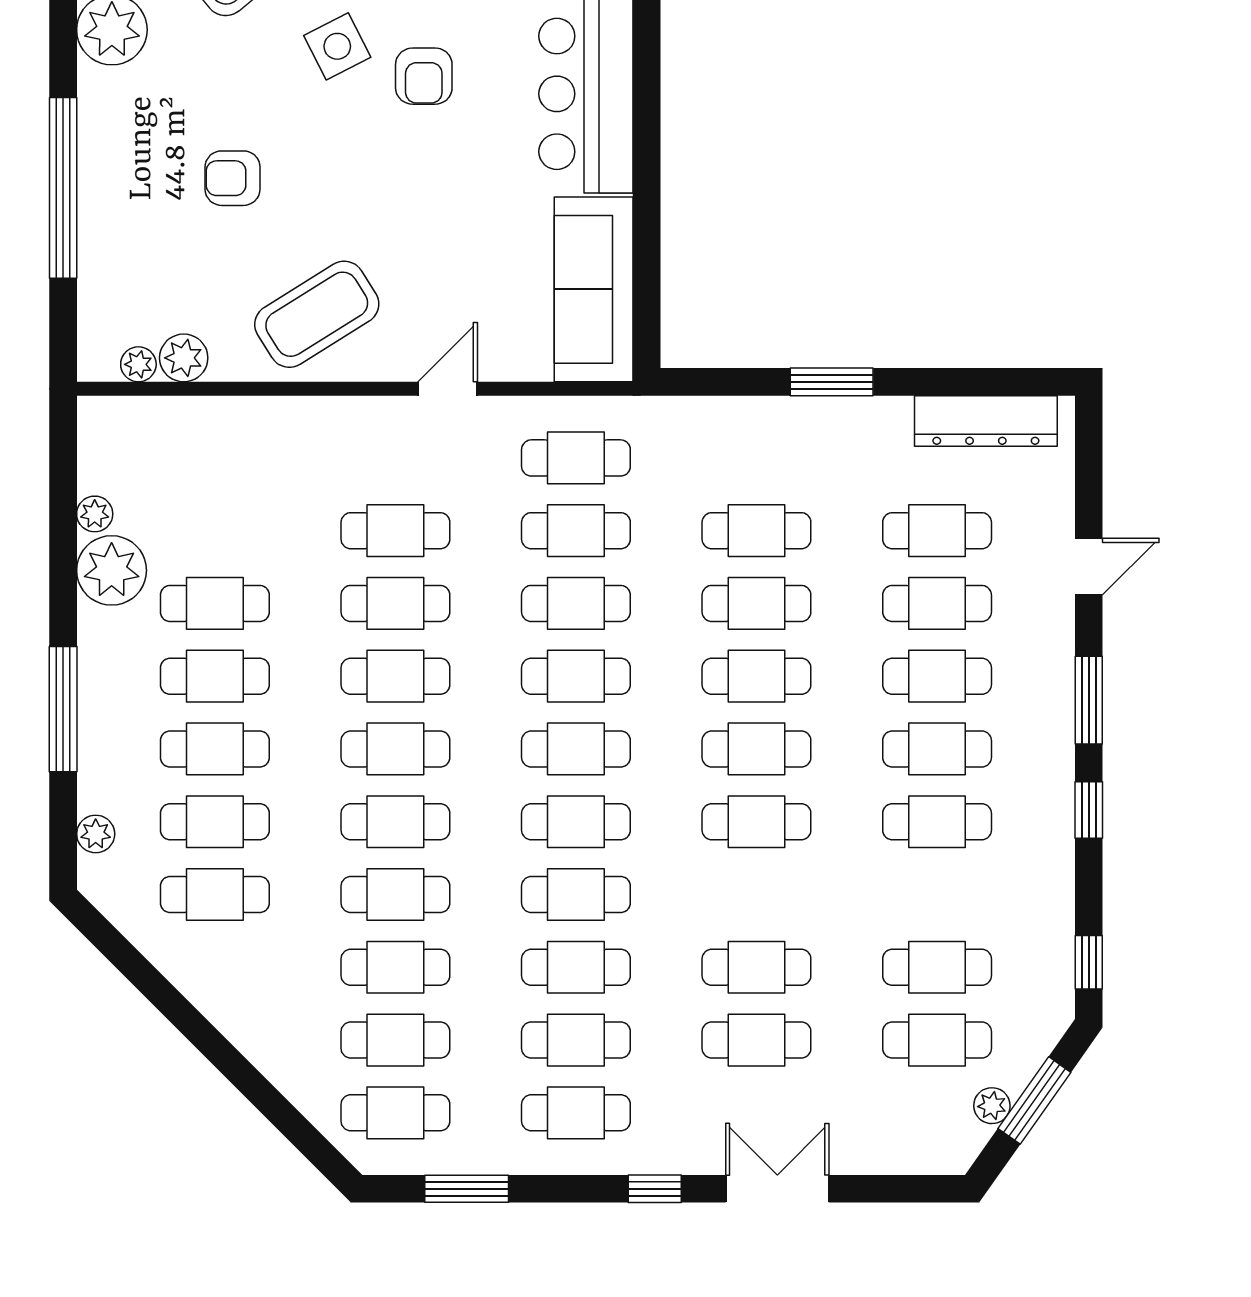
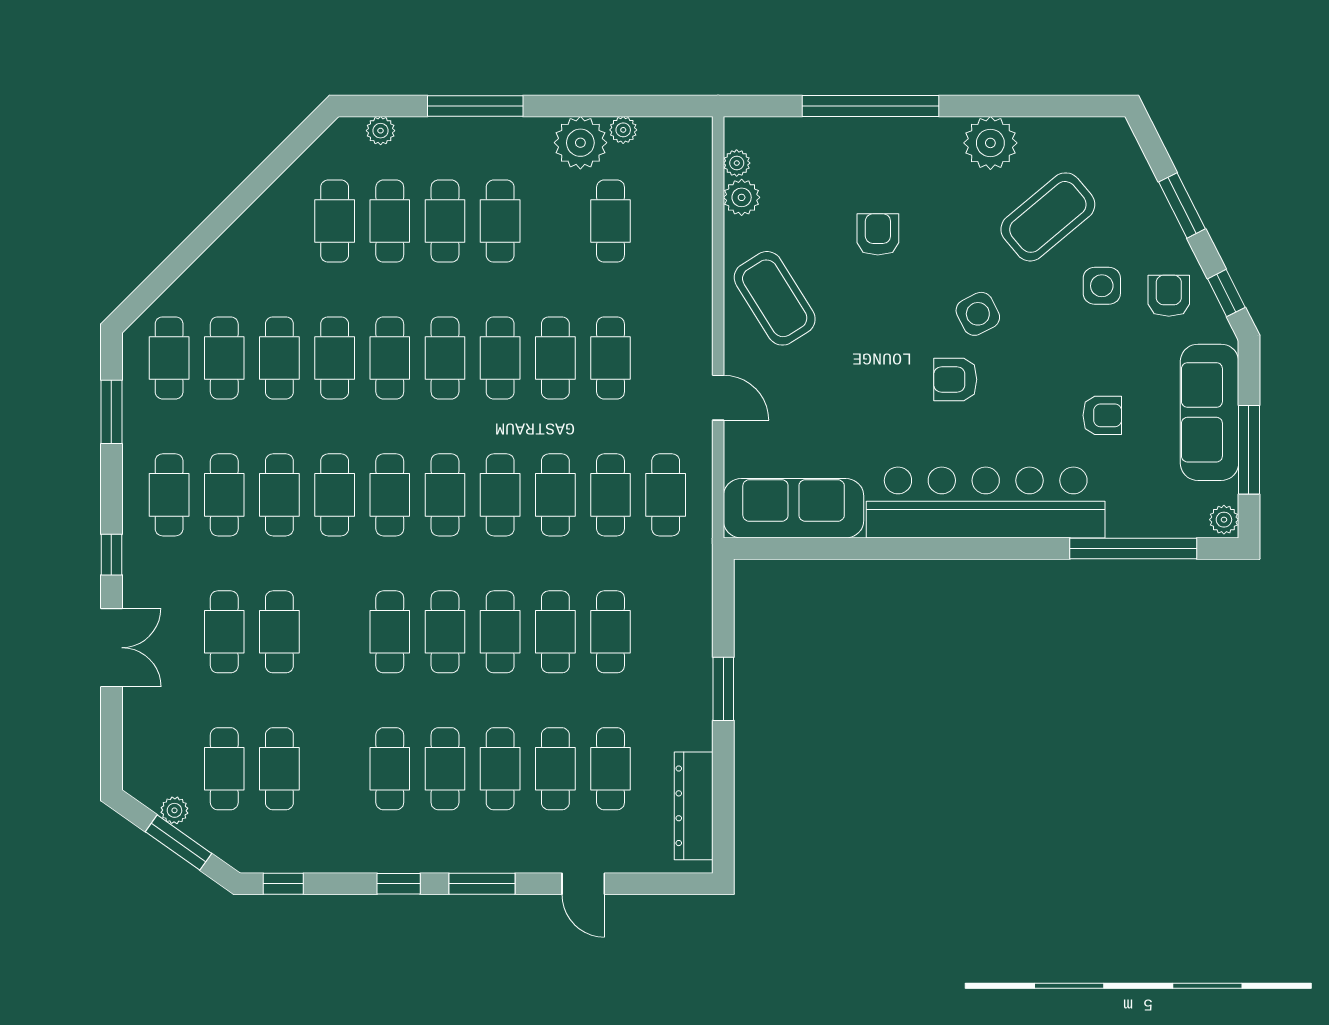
cafe table: (215, 603) -> (611, 221), moved

